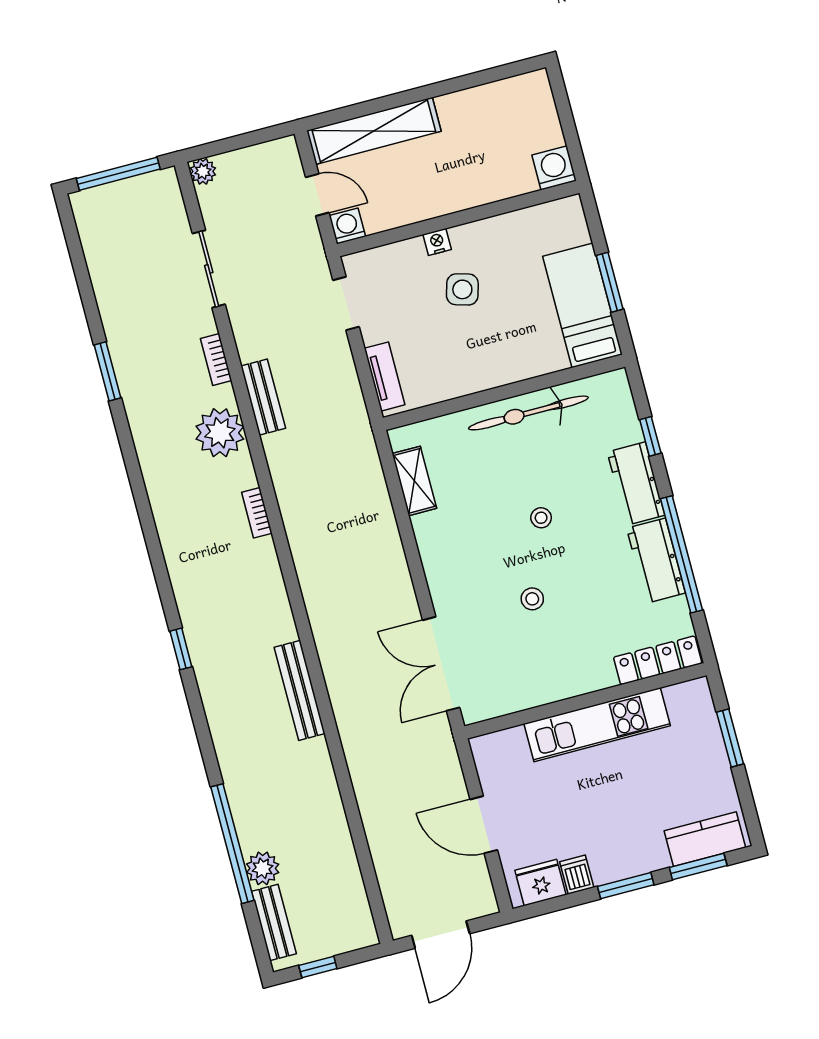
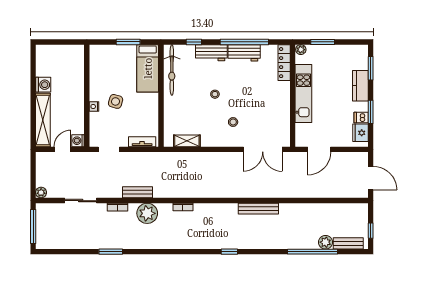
washing machine: (554, 168) -> (43, 85), moved, turned 180
bed: (582, 305) -> (148, 68), moved, turned -90
bicycle: (528, 413) -> (172, 70), moved
stool: (532, 599) -> (233, 122), moved
plant: (699, 691) -> (301, 50), added
door: (484, 825) -> (319, 149), moved
kitchen counter: (705, 839) -> (360, 86), moved
window: (626, 886) -> (371, 112), moved

